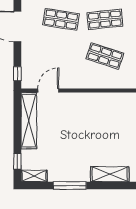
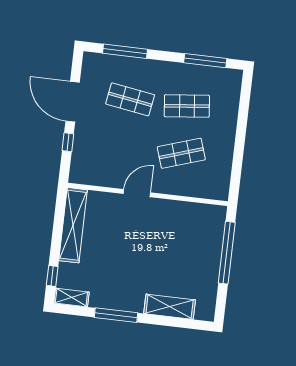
shop shelf: (105, 56) -> (181, 153), turned -36
window: (17, 74) -> (68, 142), moved
door: (48, 90) -> (137, 193), moved

